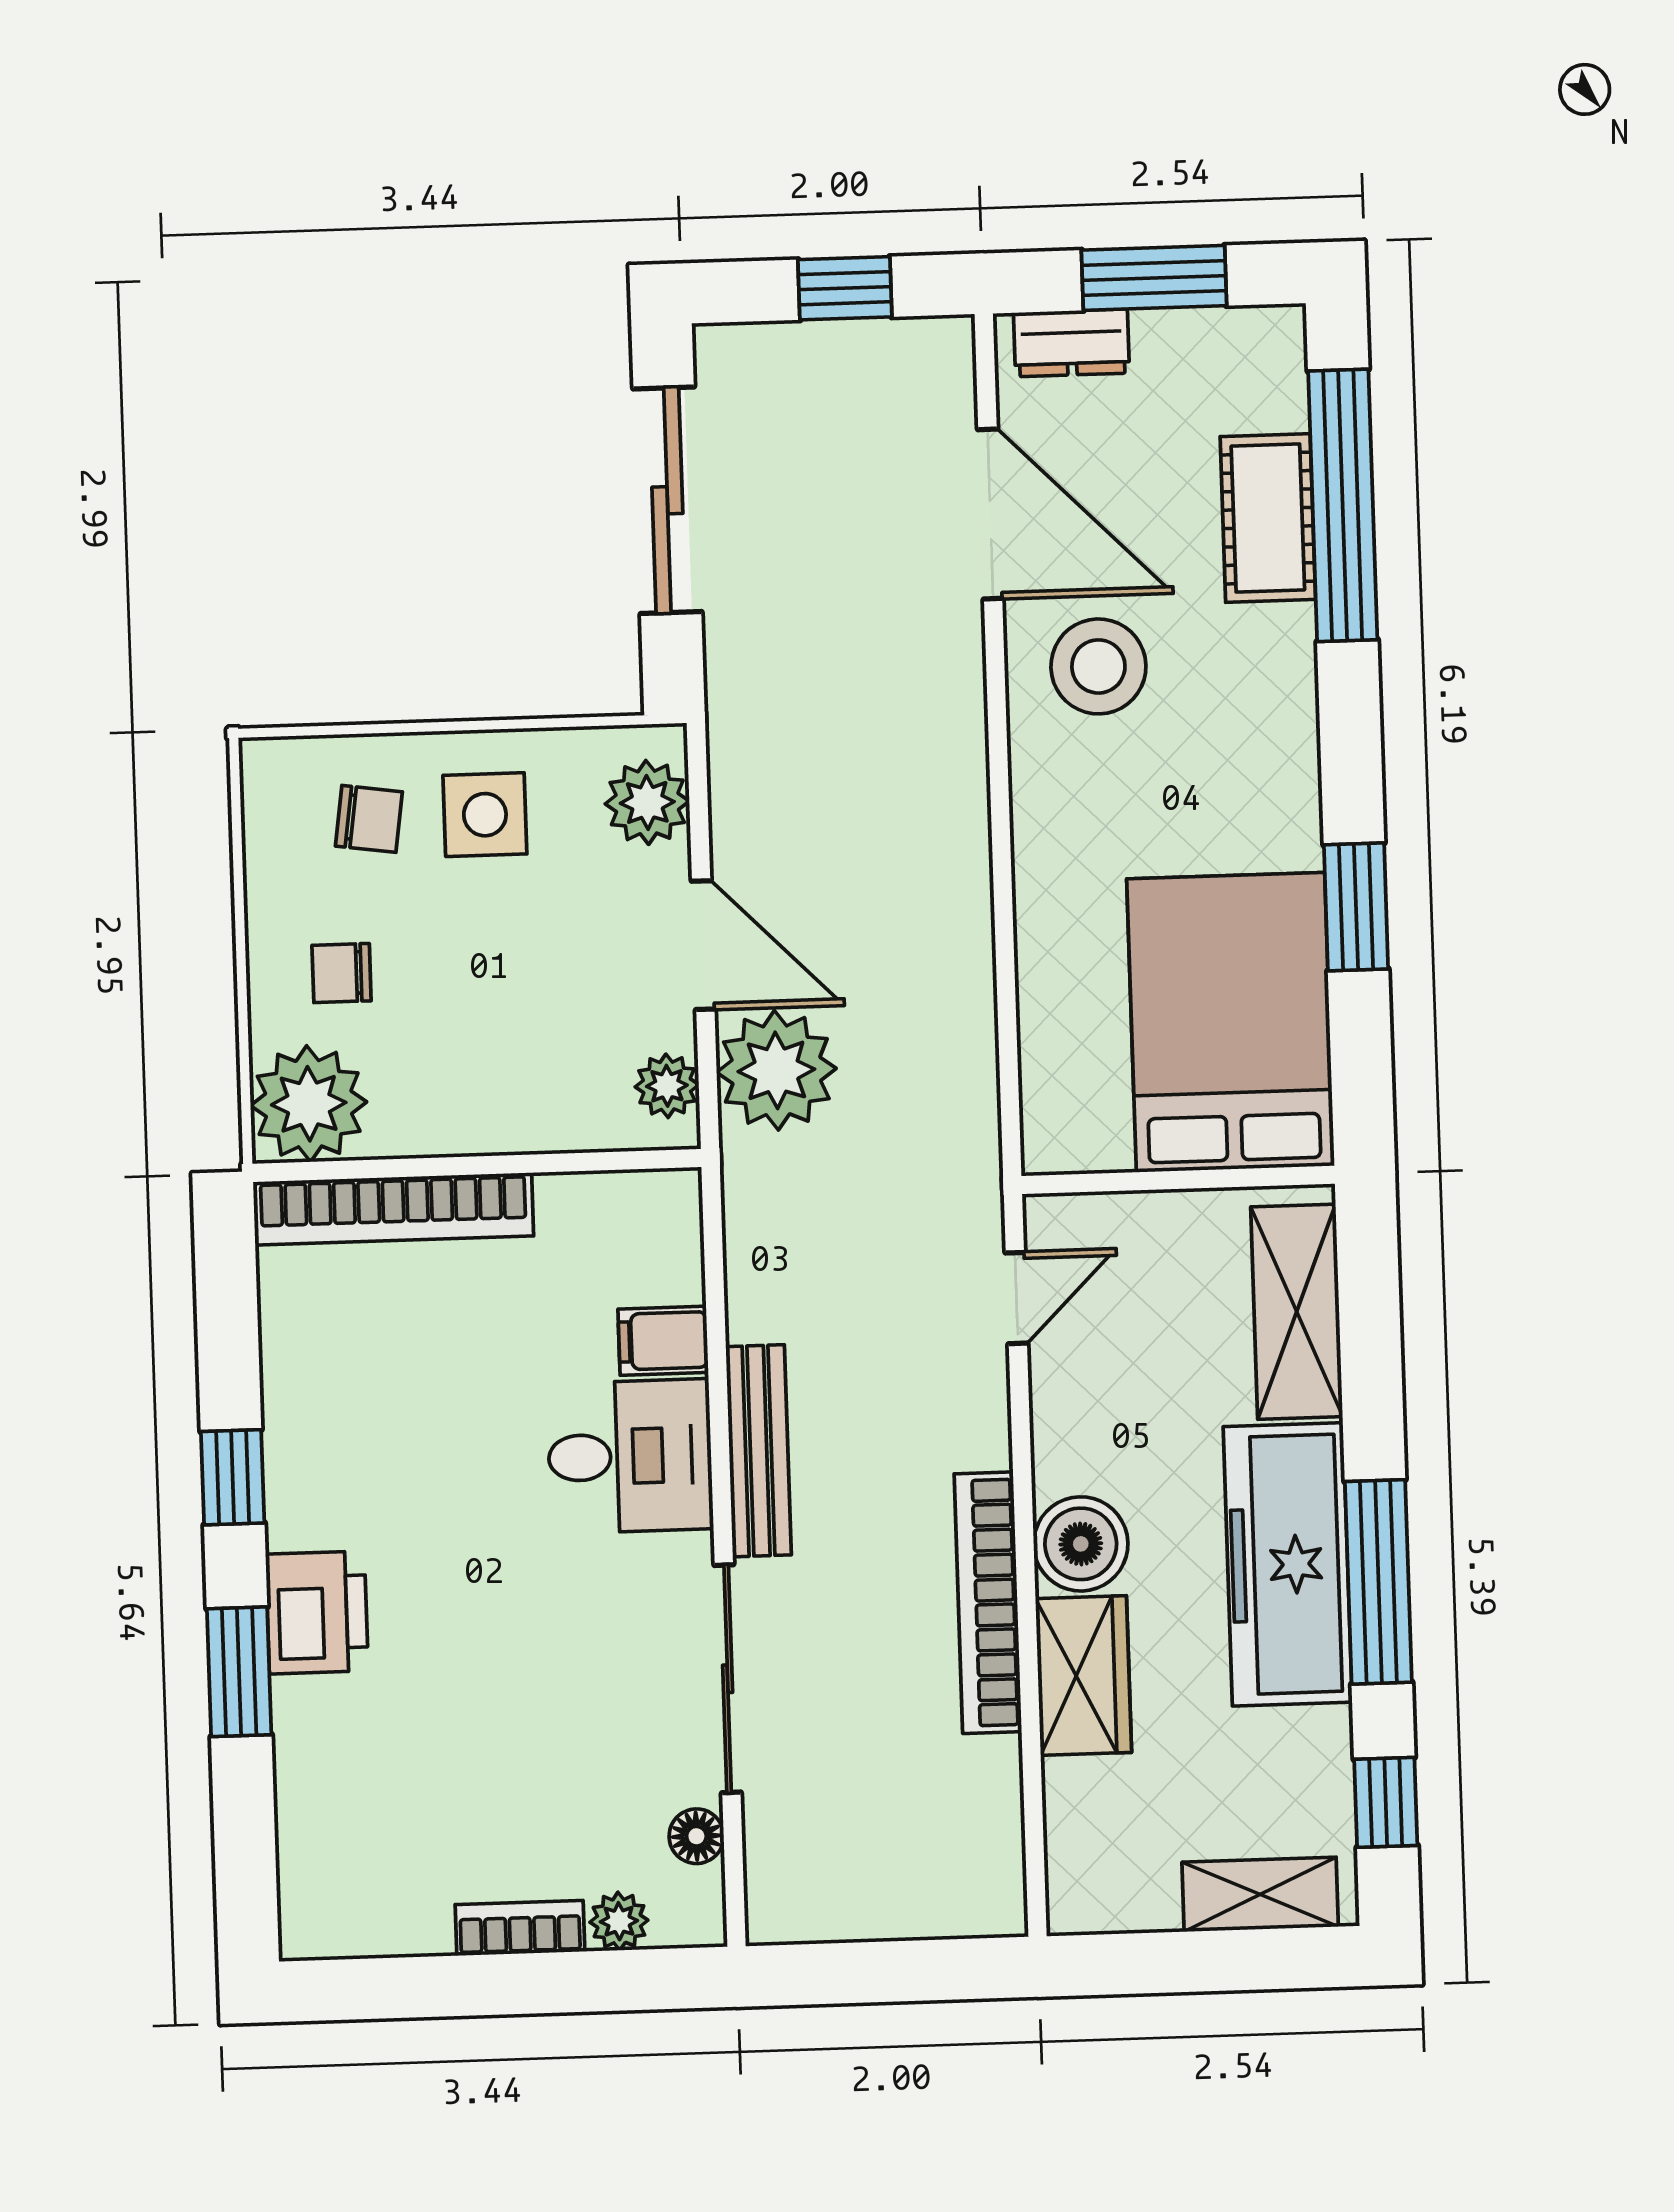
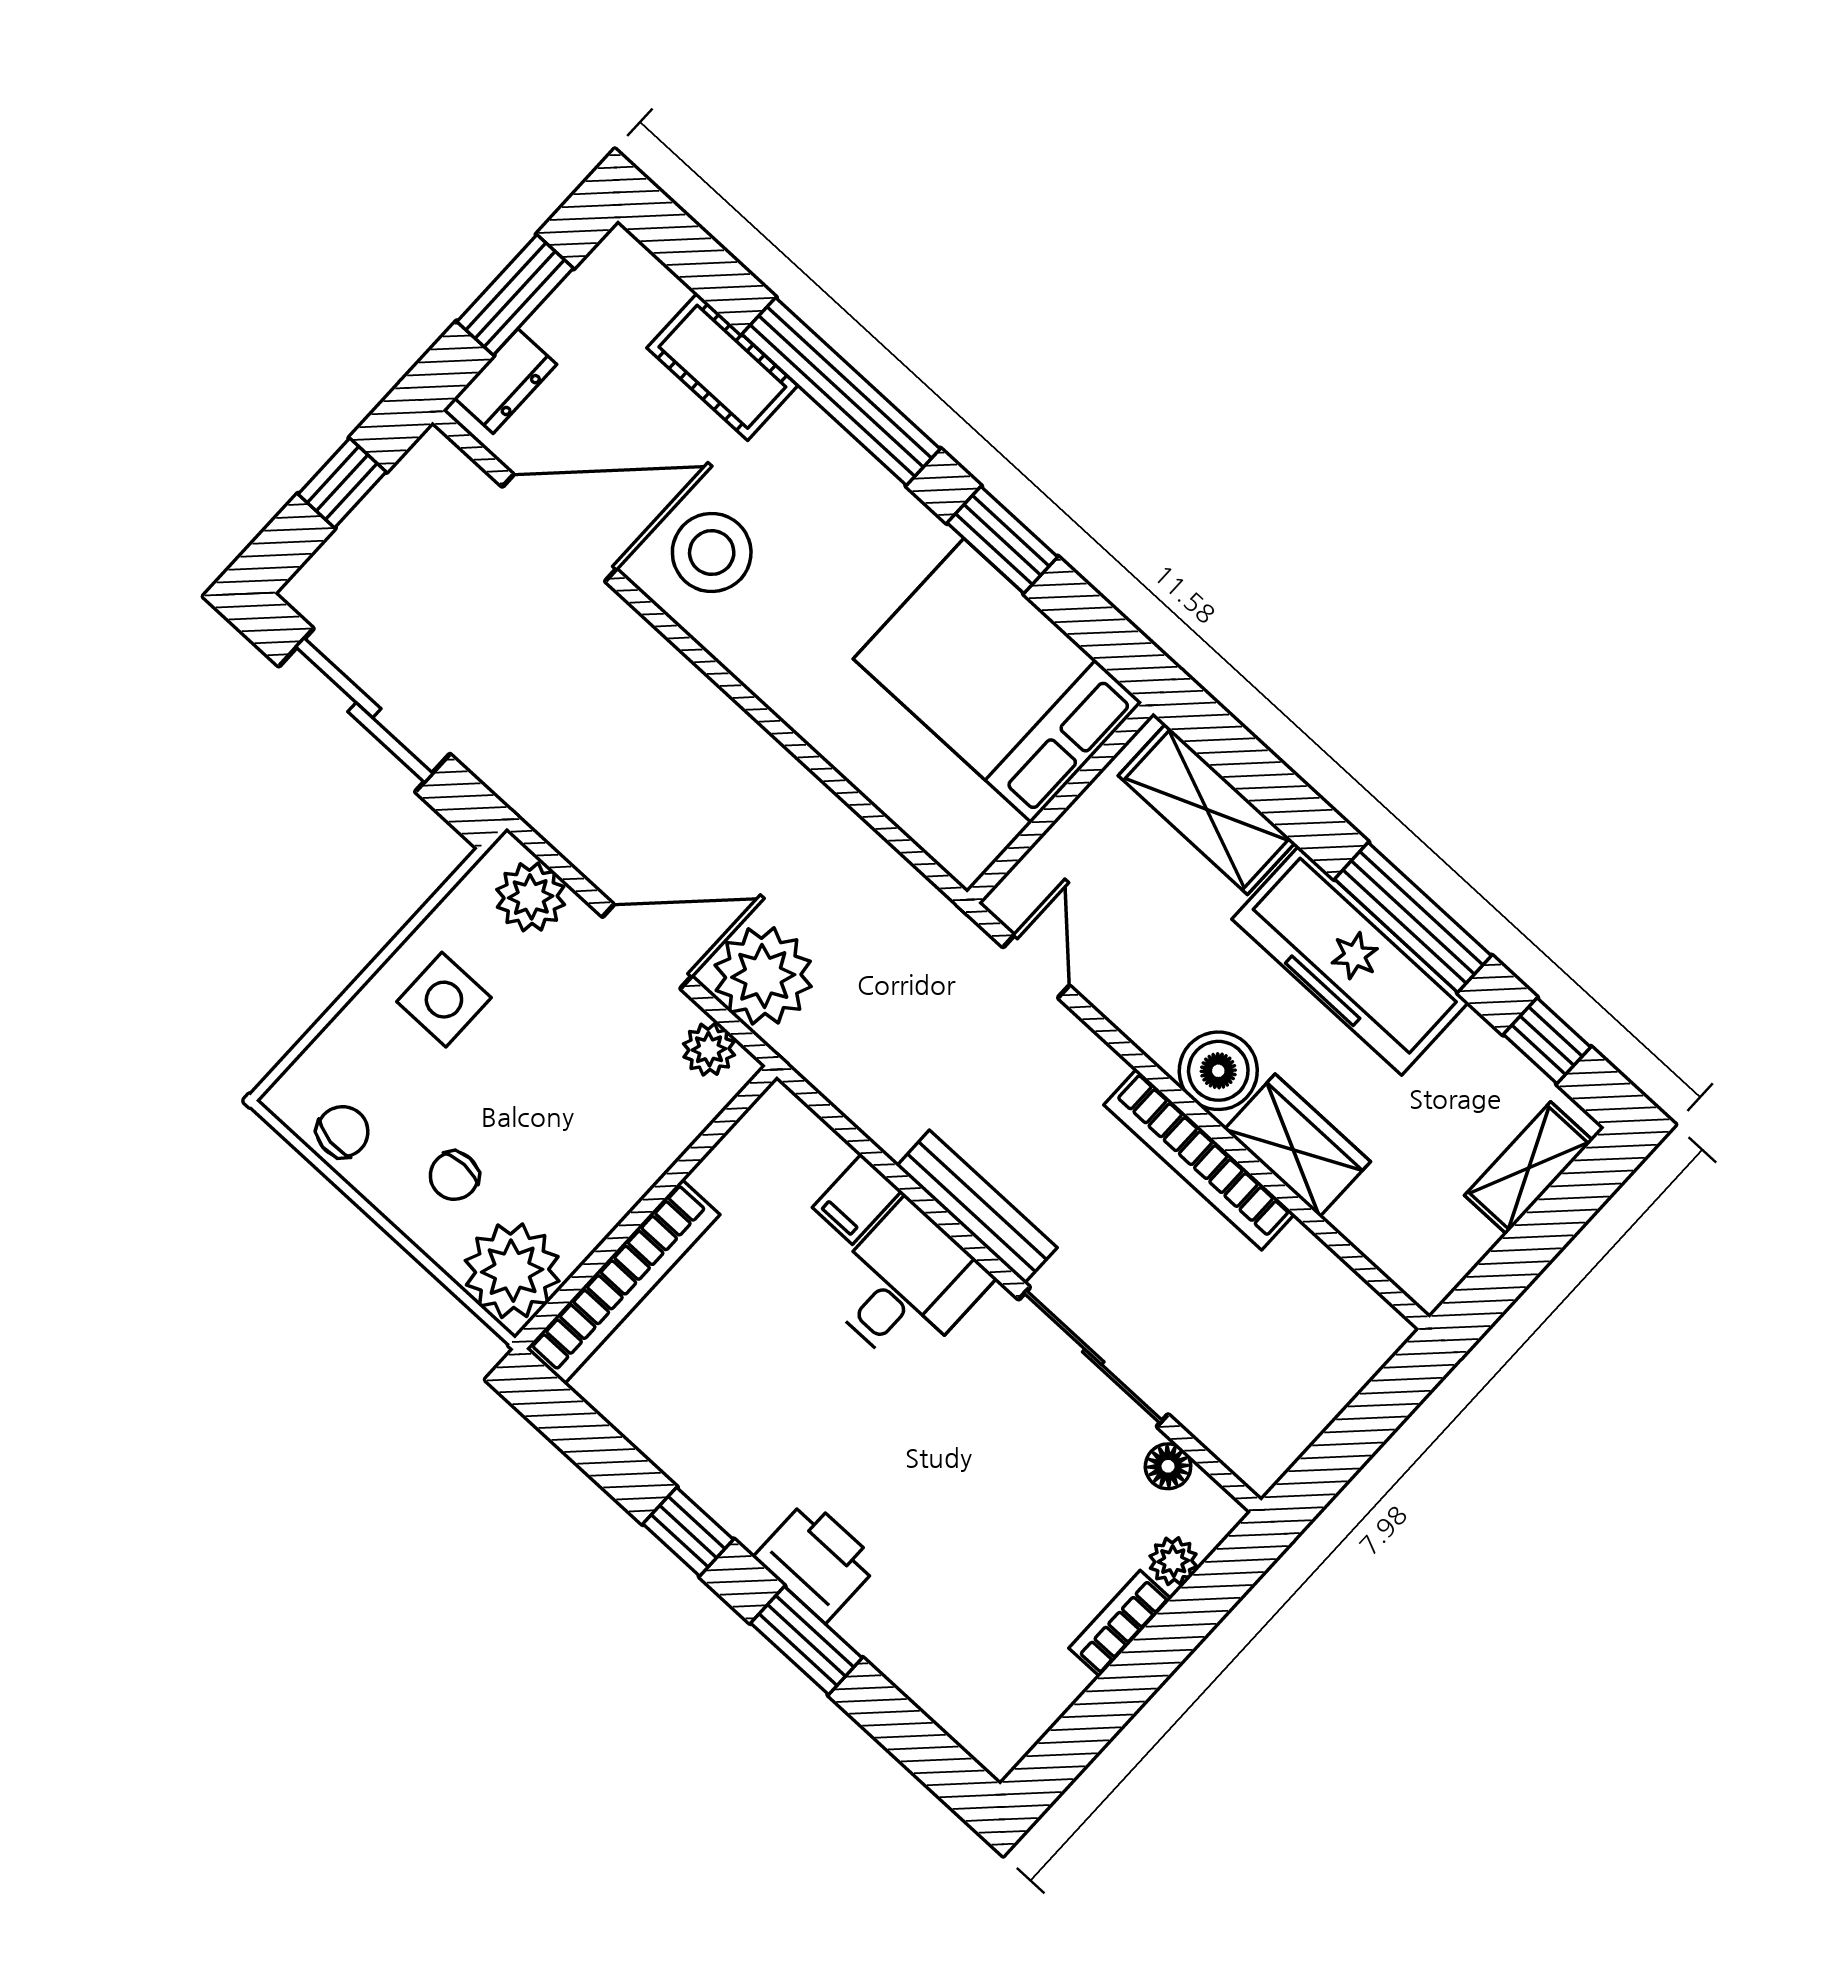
window: (1343, 505) -> (841, 392), moved
chair: (369, 819) -> (343, 1132), moved

